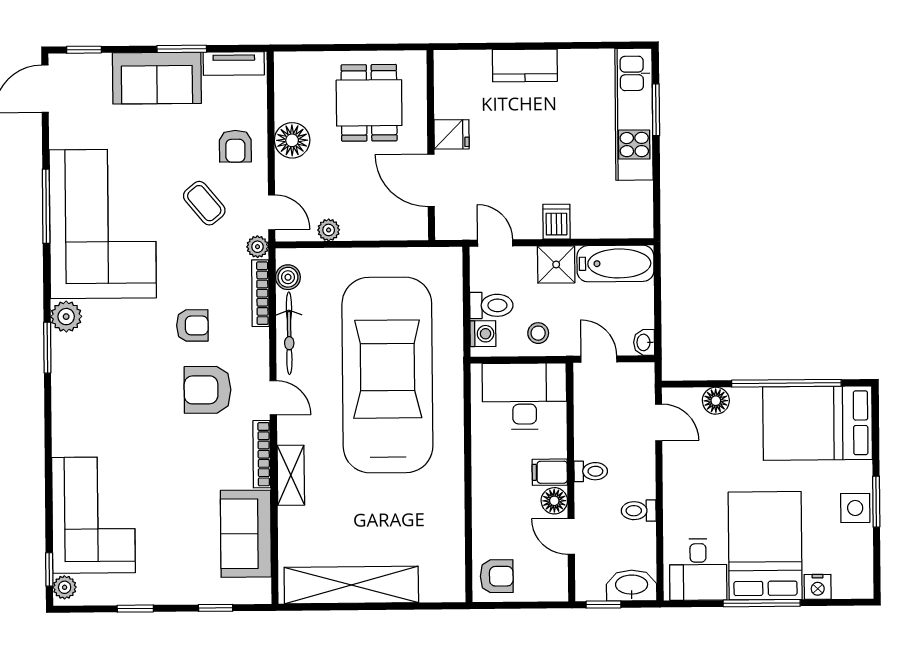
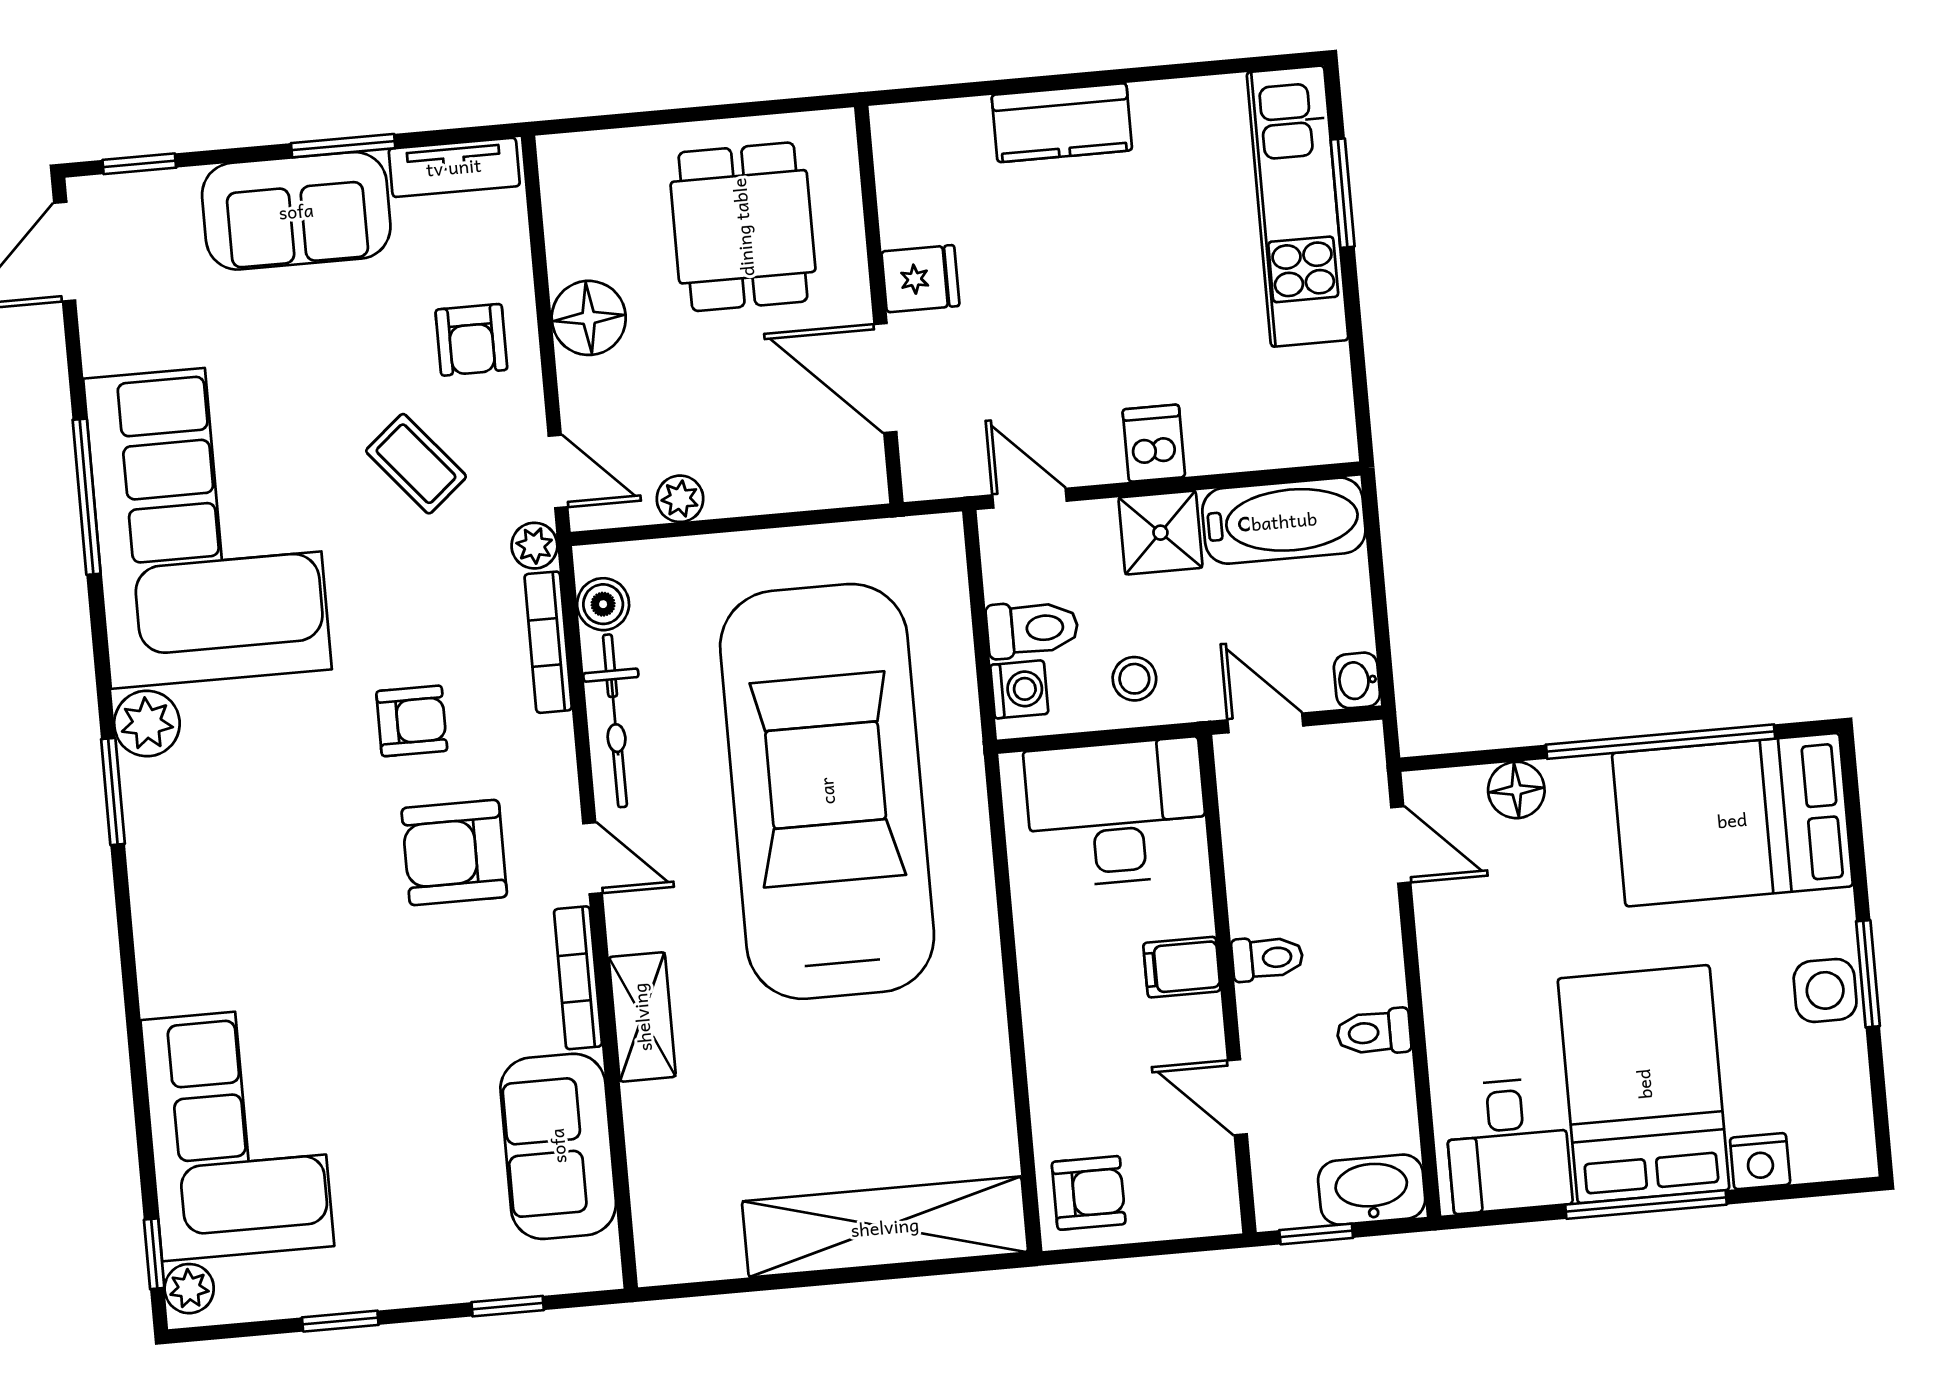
floor lamp: (554, 501) -> (1196, 1026), removed
shelving: (351, 585) -> (885, 1227), moved

